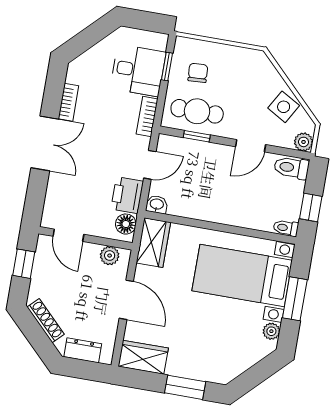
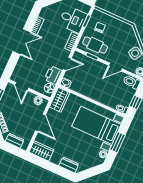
dresser: (207, 371) -> (69, 165), added
window: (185, 387) -> (57, 170), removed

